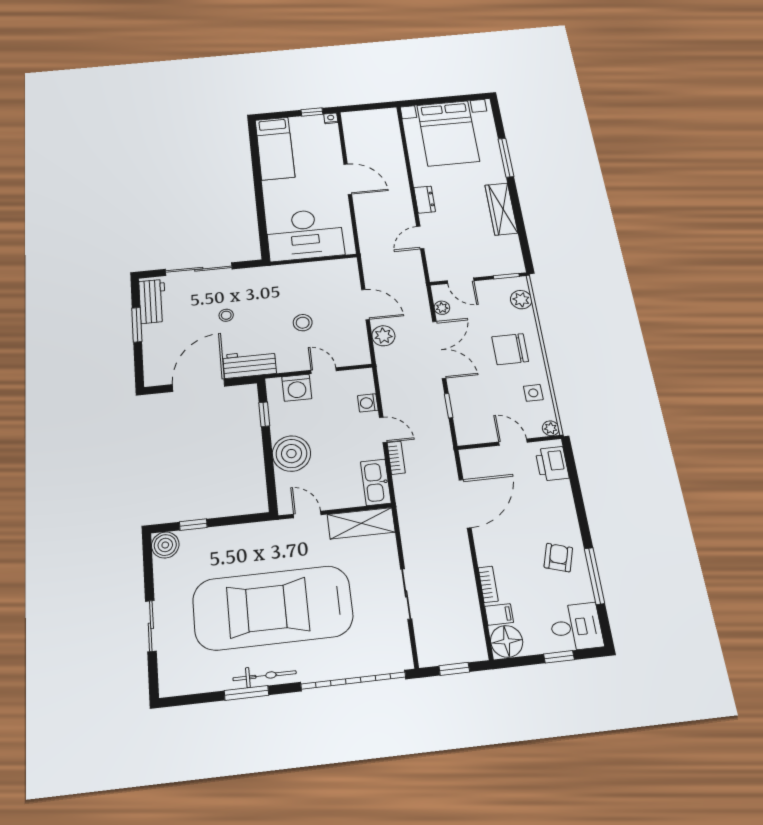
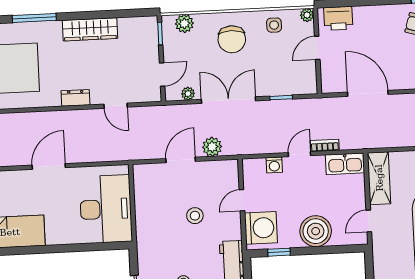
washing machine: (297, 388) -> (261, 228), width x1.37, depth x1.37

